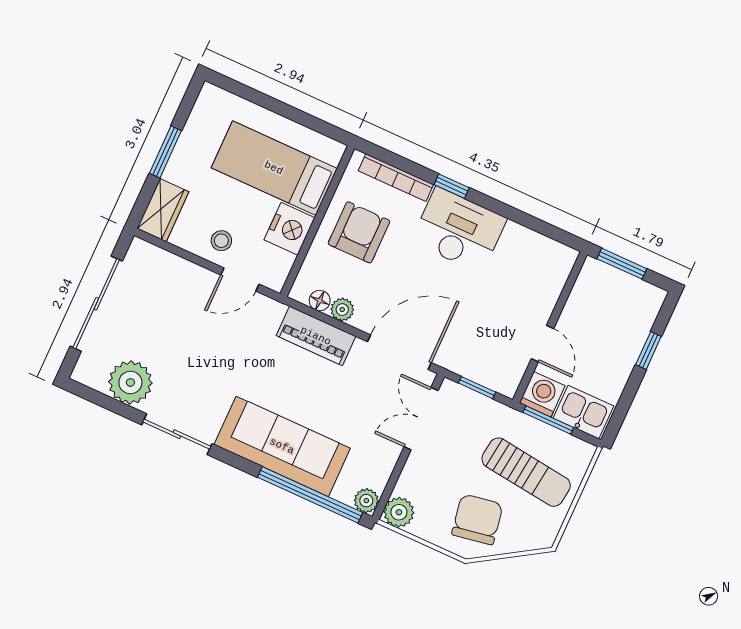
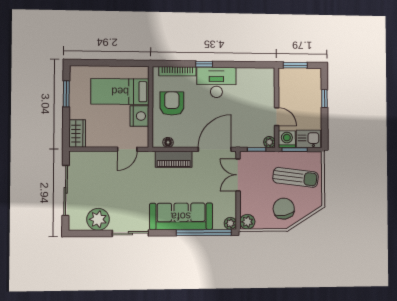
window: (165, 152) -> (66, 94), moved
stool: (221, 241) -> (111, 135), removed
plant: (342, 310) -> (269, 142), moved

